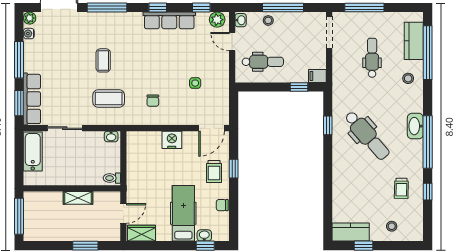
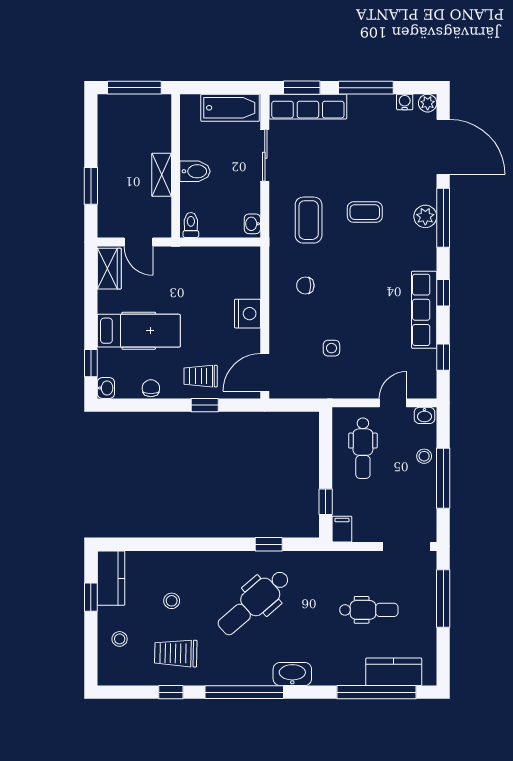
plant: (217, 20) -> (425, 216), moved
stool: (408, 78) -> (172, 601), moved
washbasin: (415, 126) -> (292, 674), moved
door: (212, 128) -> (265, 372), hinge flipped
bidet: (76, 175) -> (195, 171), added
trolley: (401, 188) -> (176, 653), width x1.36, depth x1.39
washbasin: (204, 235) -> (106, 388), moved

